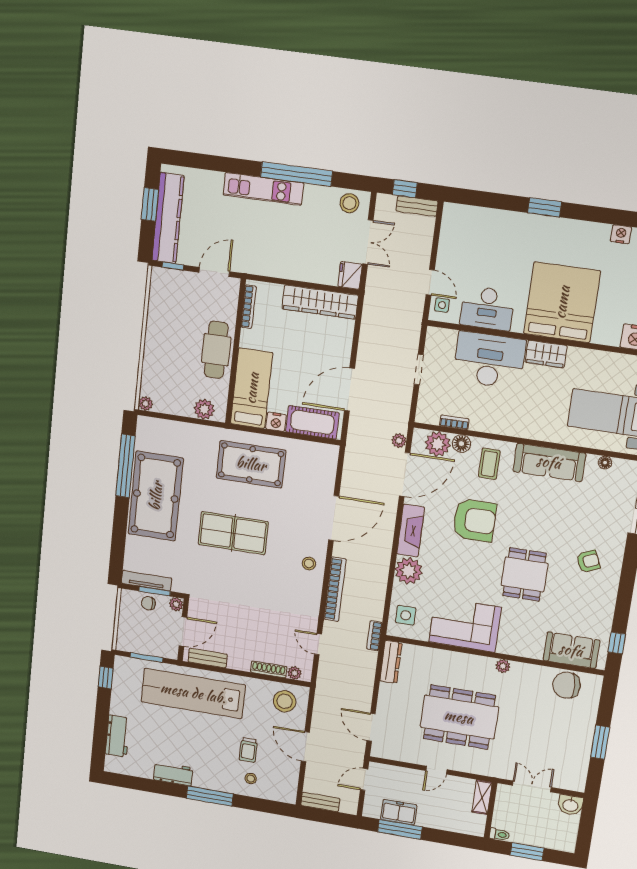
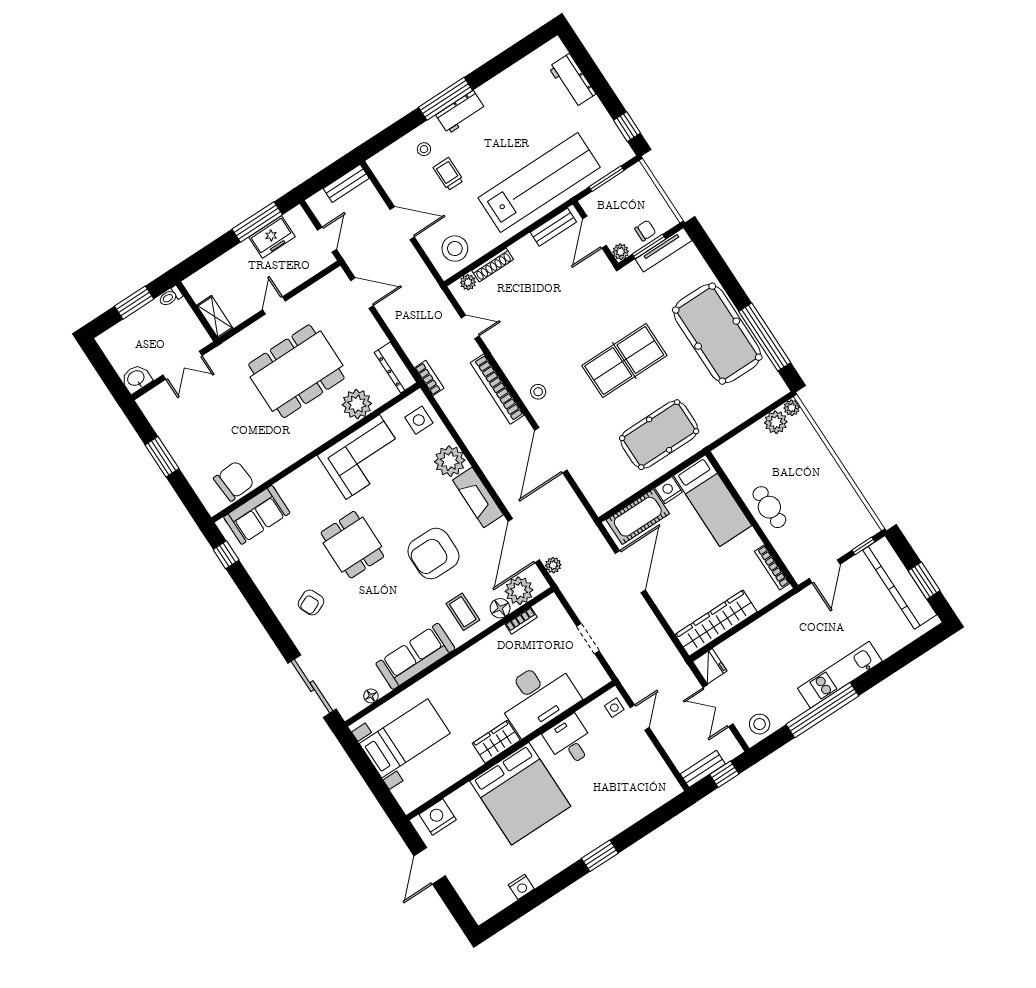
door: (430, 282) -> (640, 718), swing flipped
desk: (487, 308) -> (569, 741), width x0.73
cafe table: (216, 350) -> (769, 507), width x0.73, depth x0.74
plant: (204, 409) -> (776, 422), moved
plant: (503, 666) -> (357, 404), moved, width x1.88, depth x1.88
workbench: (173, 774) -> (461, 112), moved

